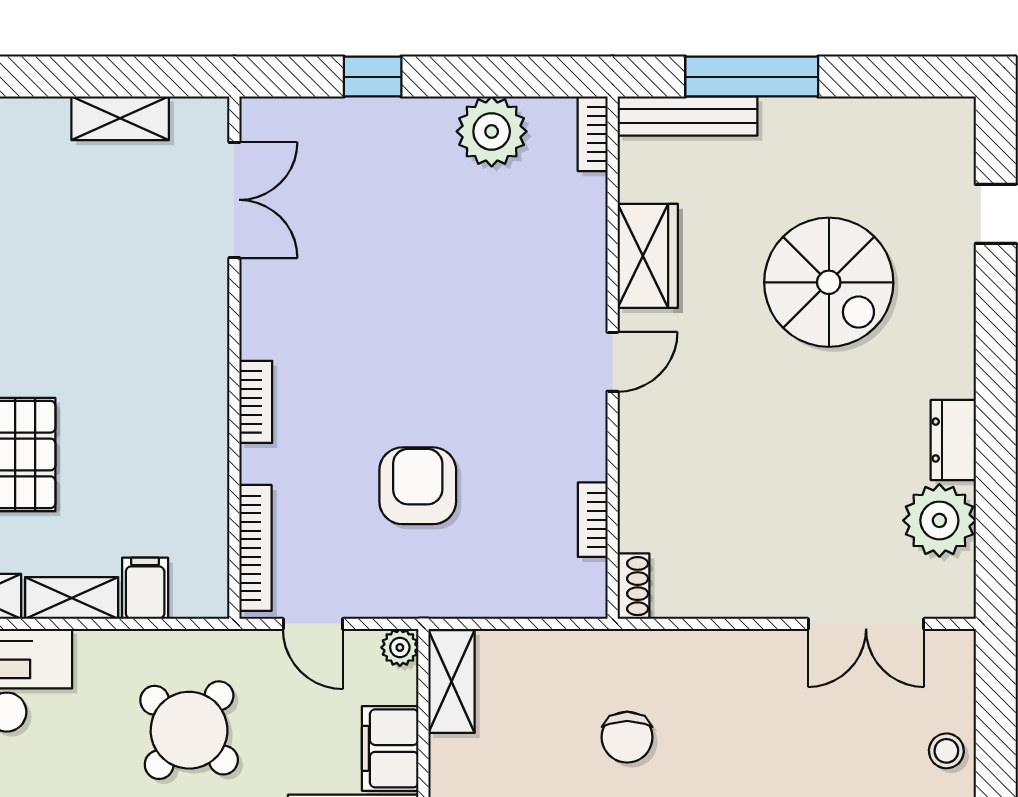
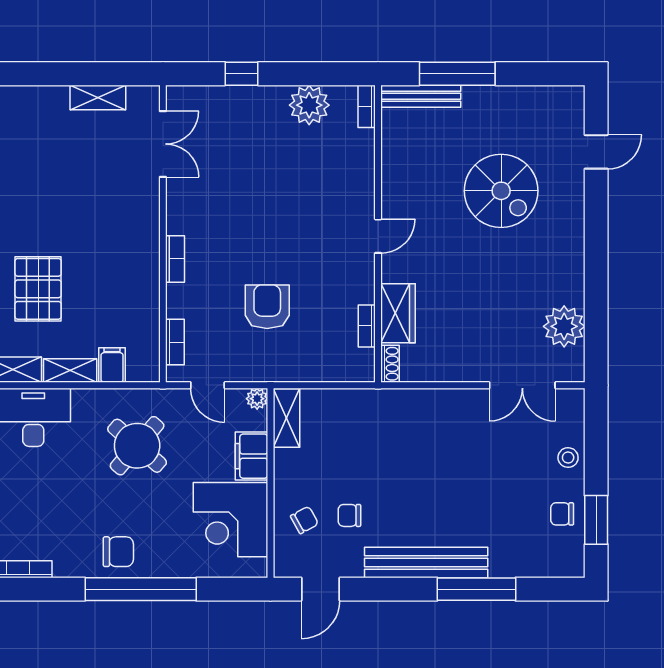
wardrobe: (648, 256) -> (398, 313), moved
dresser: (953, 440) -> (572, 281), removed
bookcase: (255, 548) -> (175, 342), width x0.64
chair: (627, 737) -> (386, 450), removed

